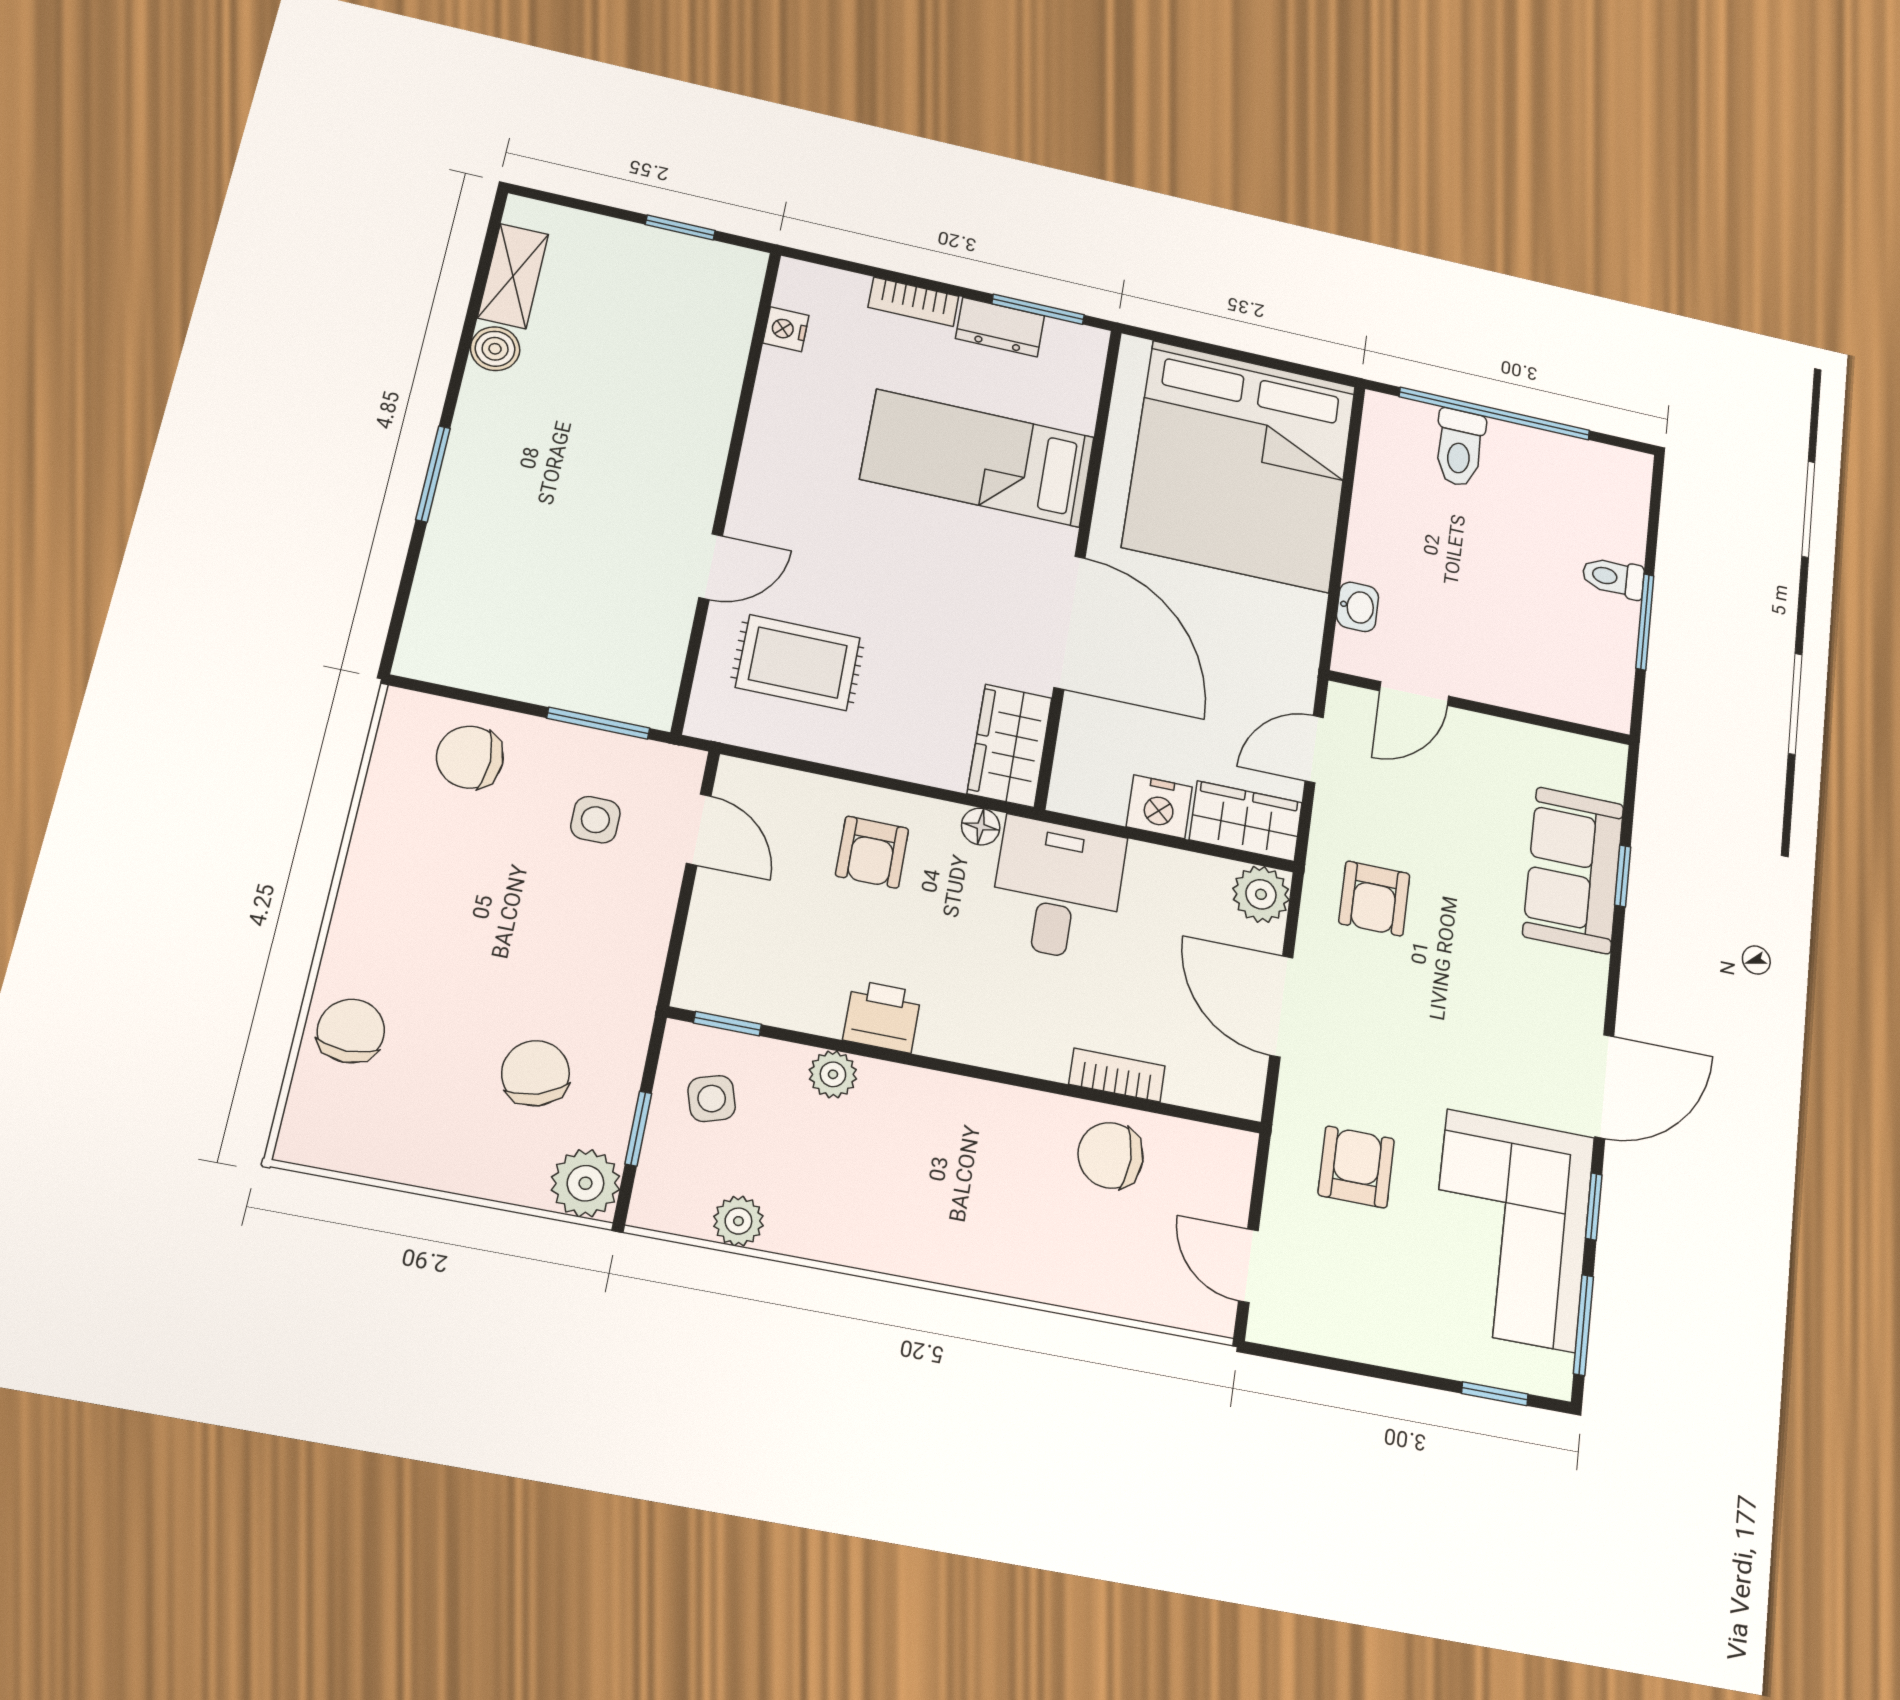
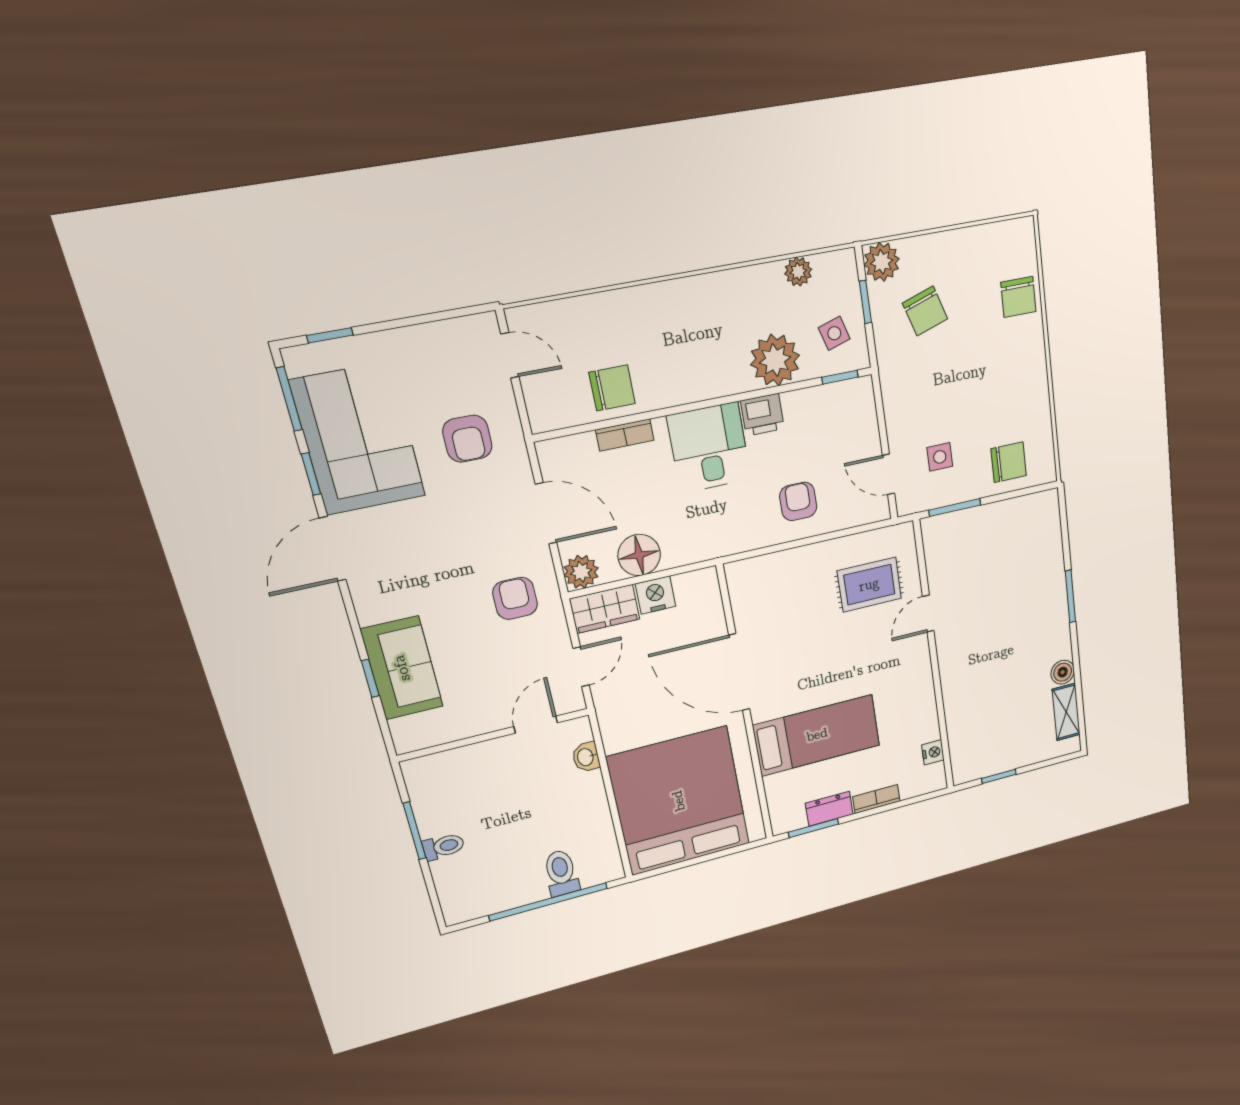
wardrobe: (1010, 746) -> (747, 591), removed
floor lamp: (981, 827) -> (639, 555), moved, width x1.89, depth x1.89
desk: (1057, 889) -> (709, 448), moved, turned 180
plant: (833, 1074) -> (775, 360), width x1.88, depth x1.88

